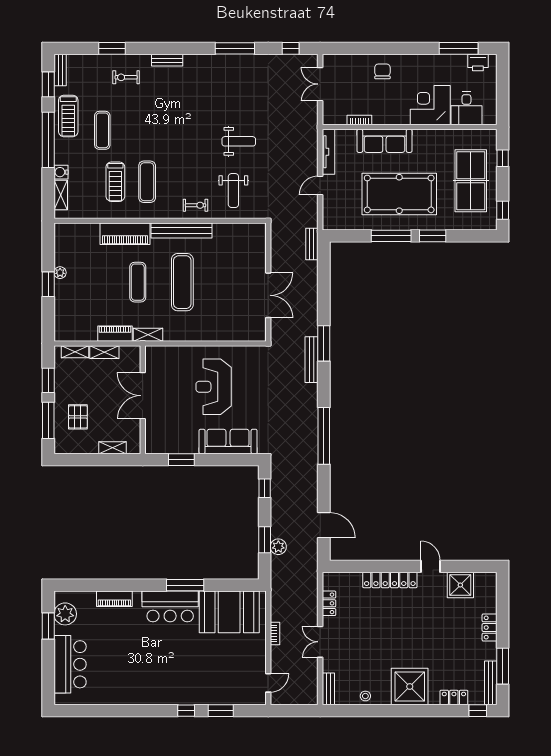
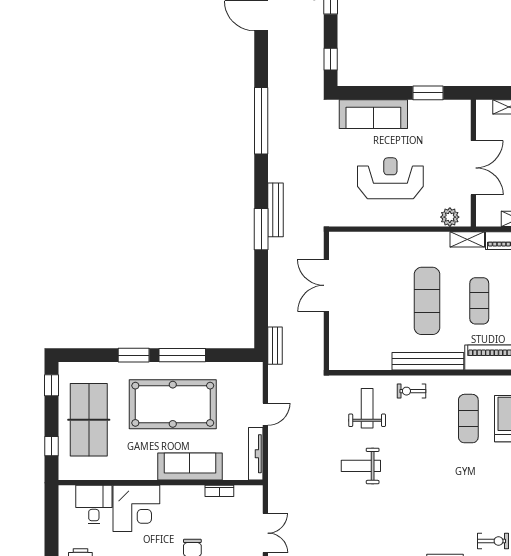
plant: (163, 354) -> (450, 217), added
reception desk: (214, 387) -> (390, 178), turned -90

